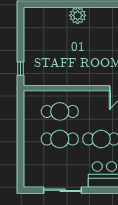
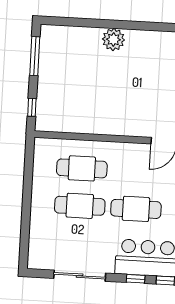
window: (21, 31) -> (35, 56), added
window: (104, 190) -> (136, 279), added

